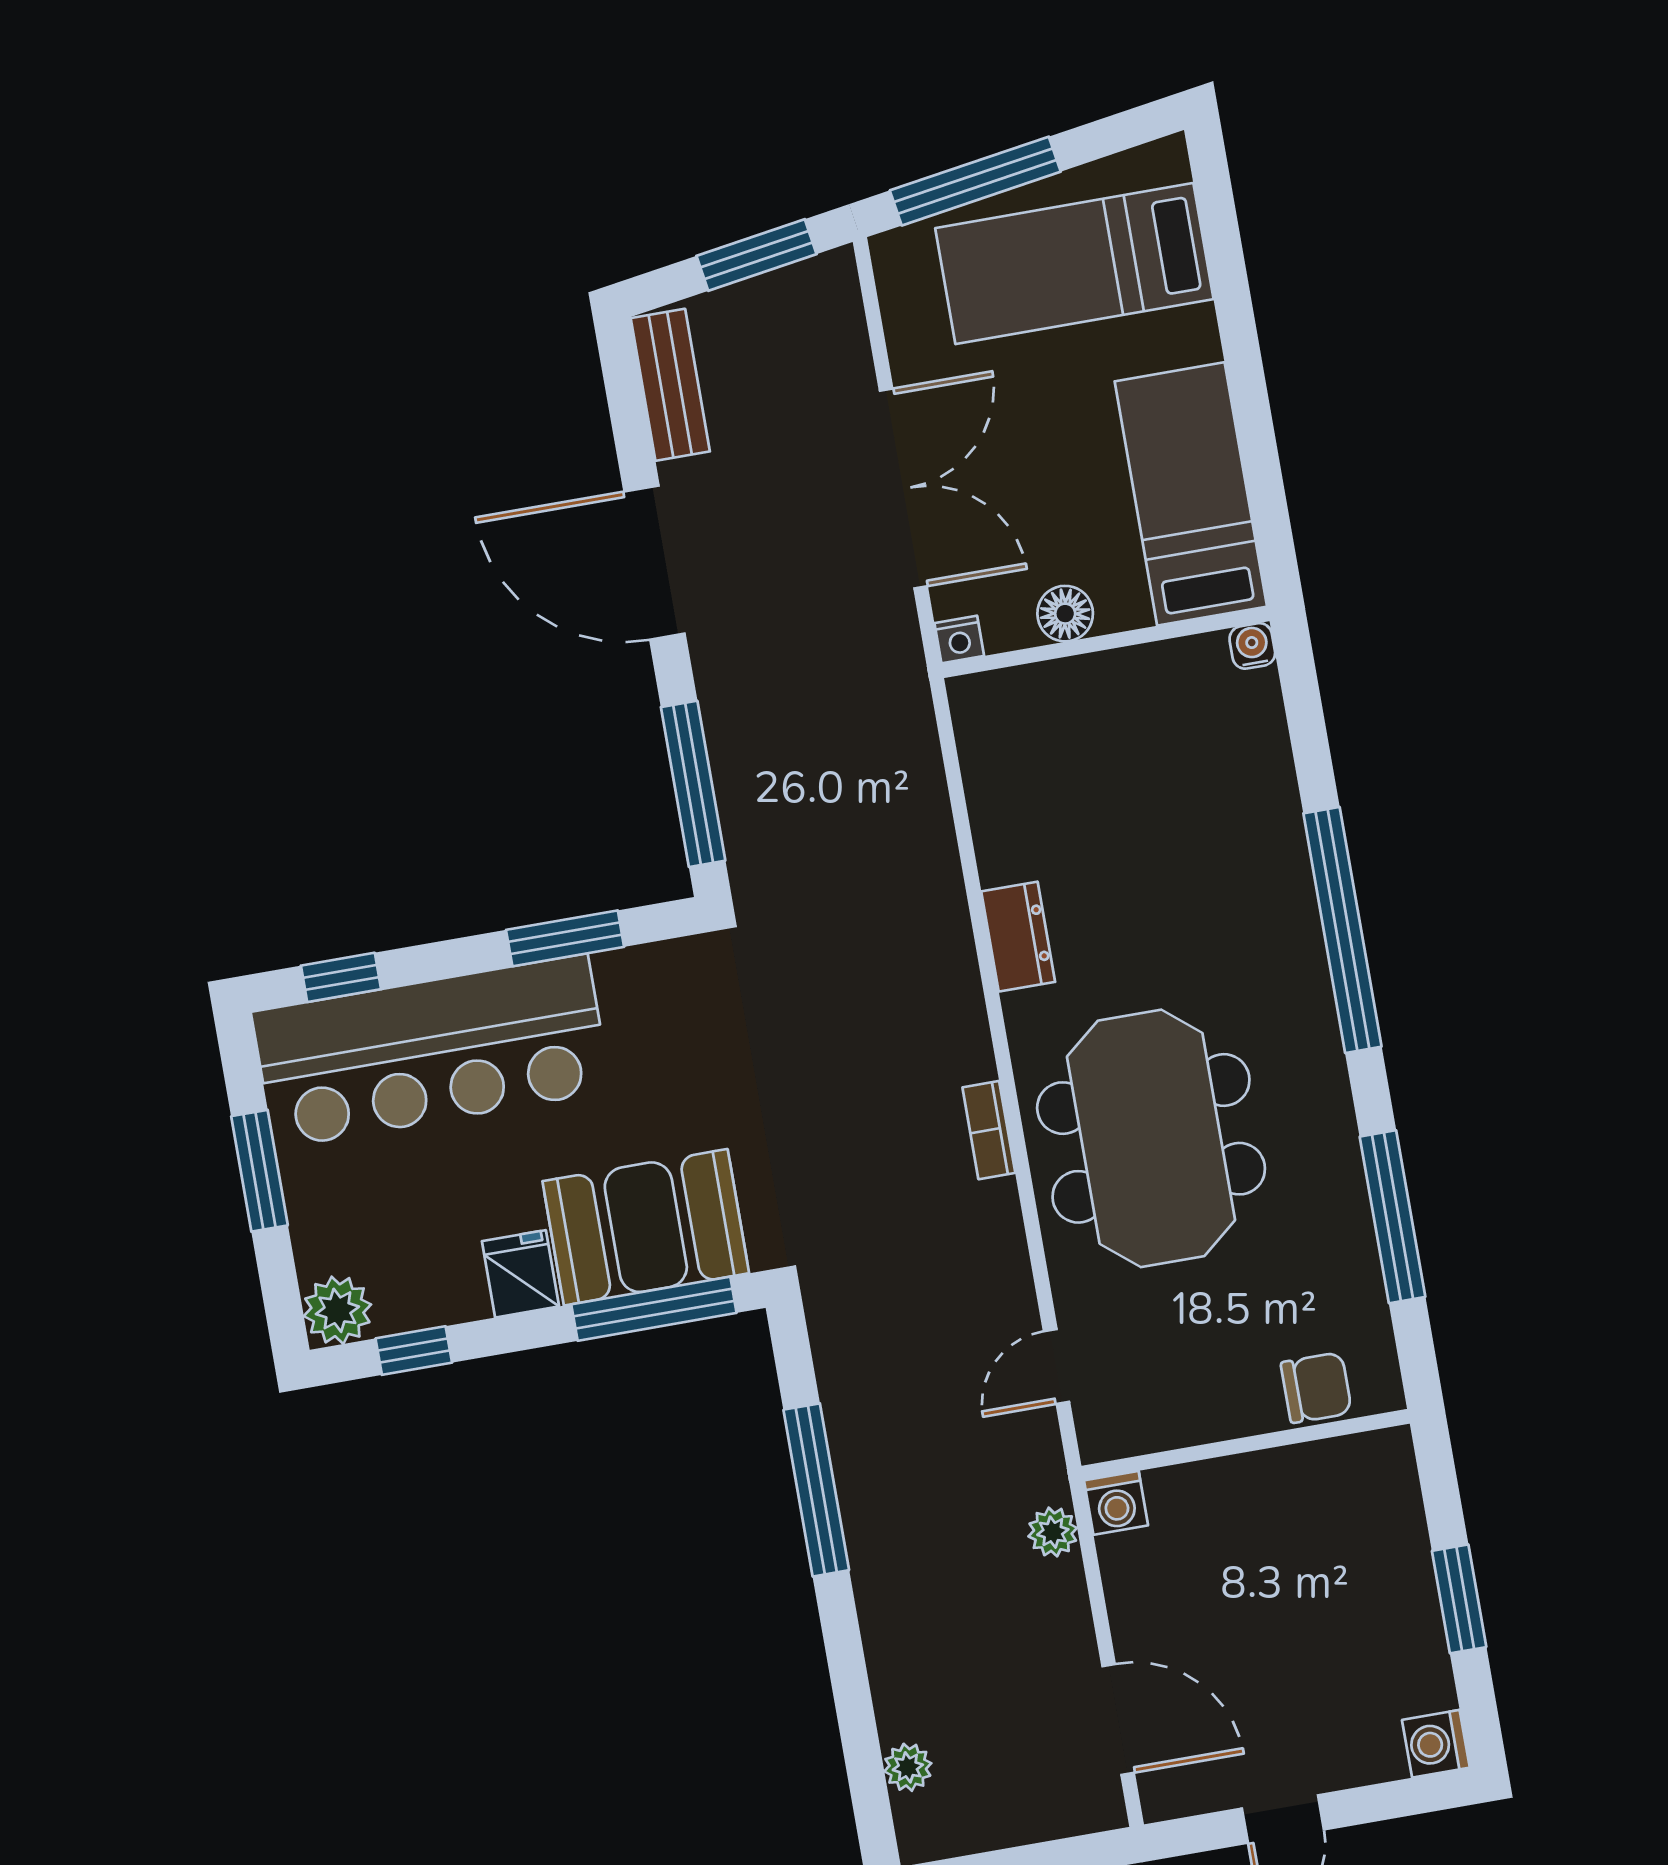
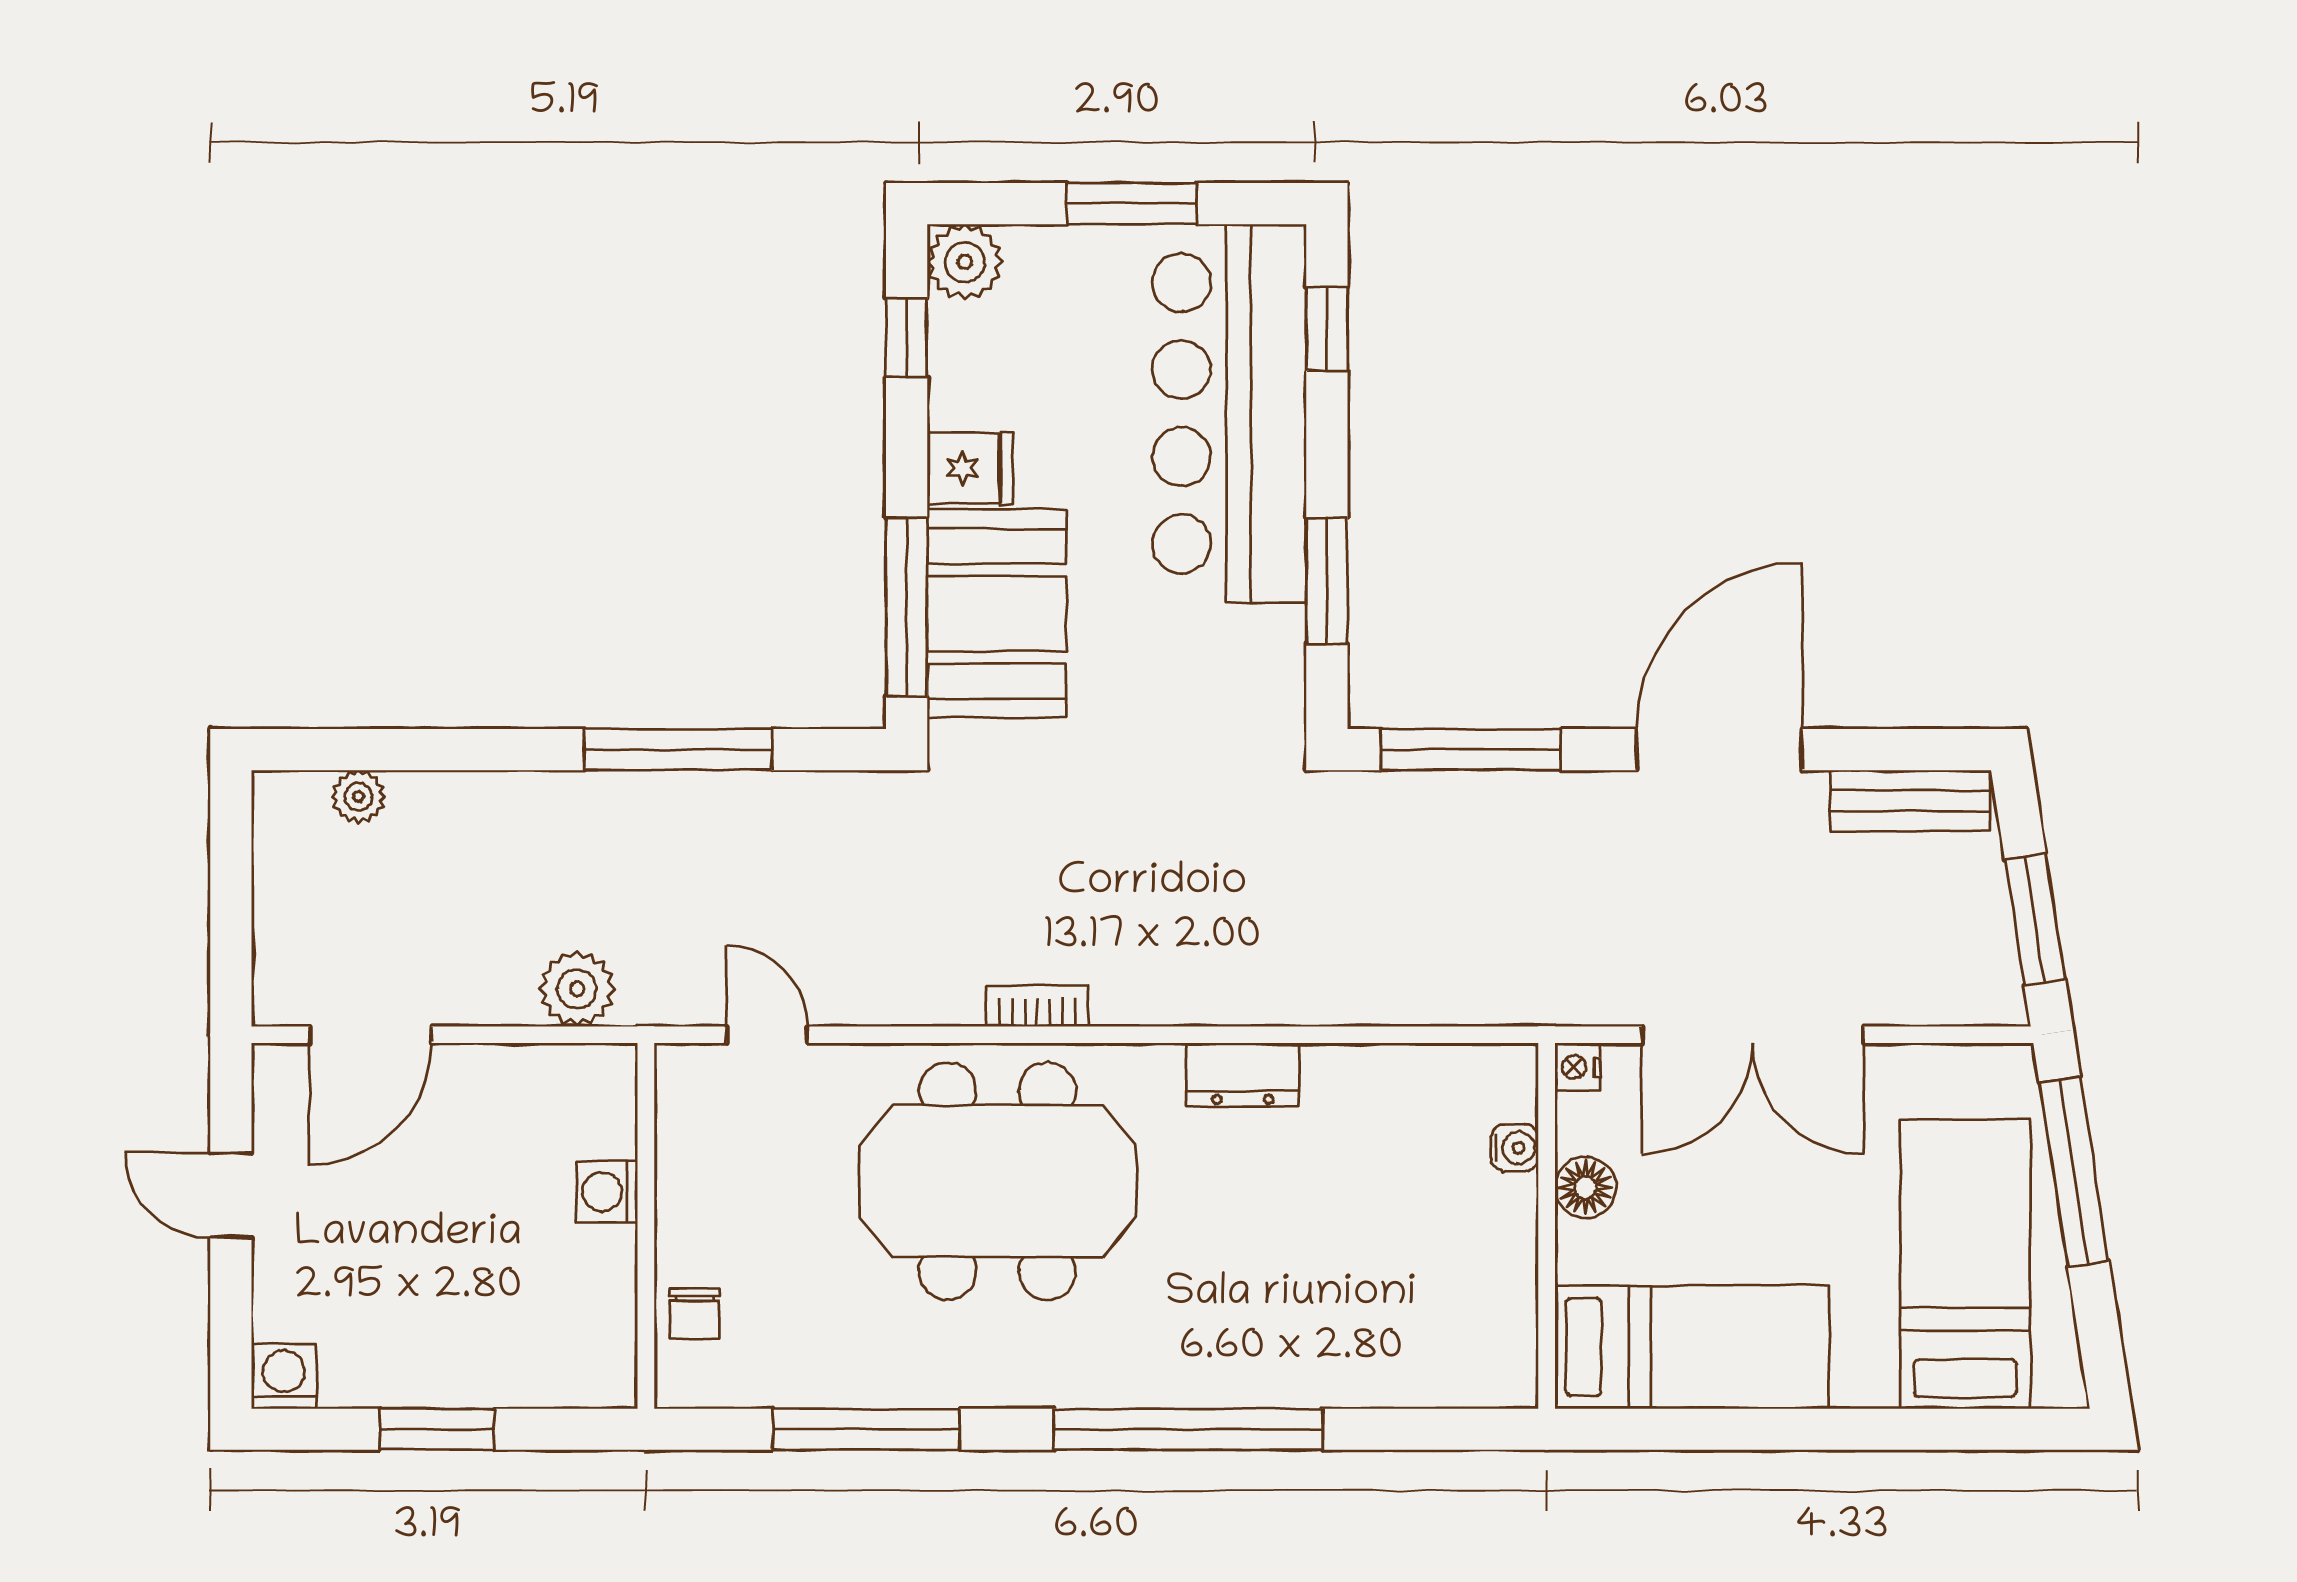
water cooler: (1252, 646) -> (1515, 1148), moved
chair: (1316, 1388) -> (695, 1314), width x0.73, depth x0.73
washing machine: (1116, 1503) -> (607, 1192), moved
plant: (1053, 1532) -> (577, 989), width x1.38, depth x1.38

